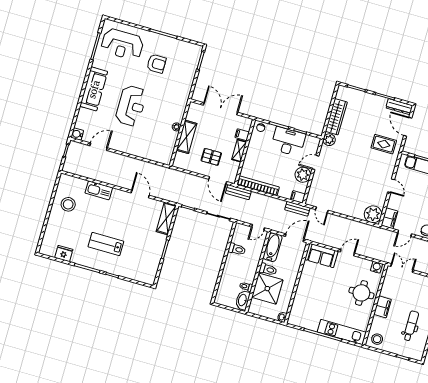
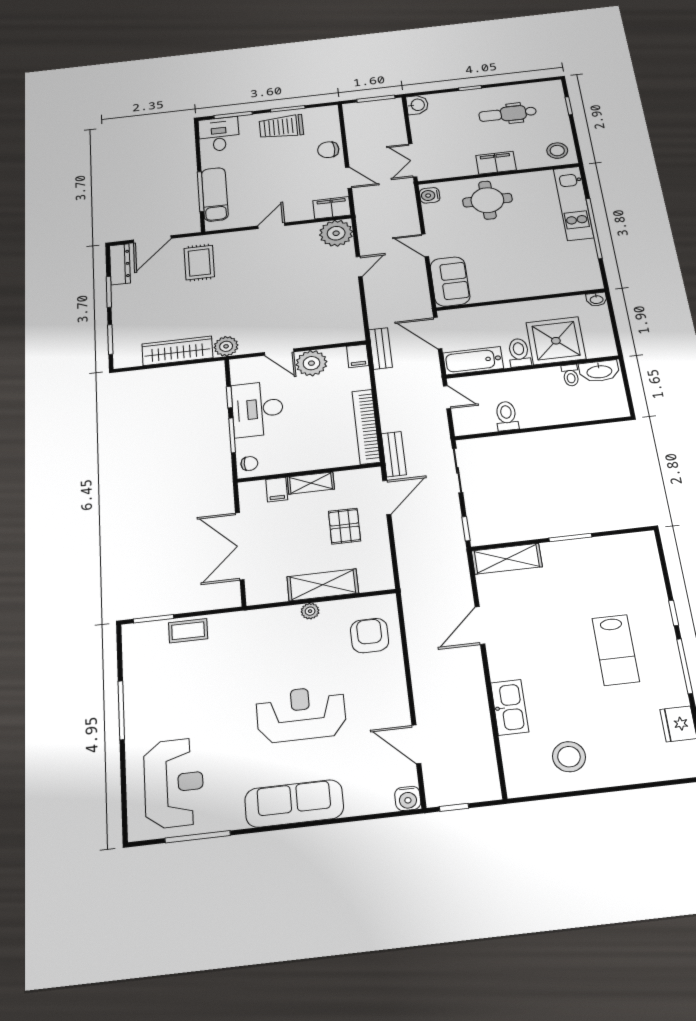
armchair: (156, 64) -> (370, 636), moved
coffee table: (189, 73) -> (188, 631), added
door: (322, 210) -> (359, 267), moved

